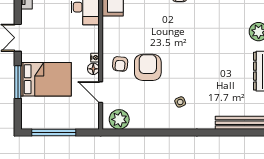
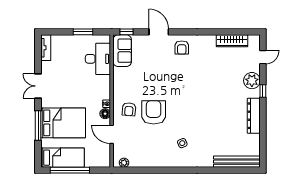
bed: (45, 118) -> (62, 158), added
plant: (119, 119) -> (124, 163), width x0.53, depth x0.53

